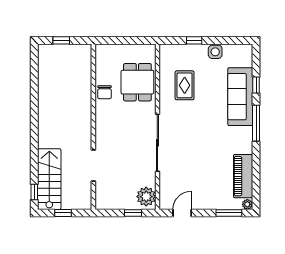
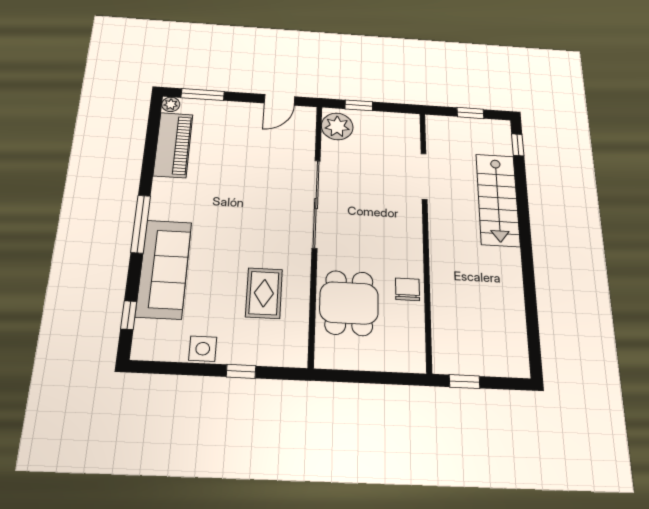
window: (61, 40) -> (464, 382), moved
window: (256, 85) -> (129, 315), moved
stairs: (49, 179) -> (498, 200), moved

